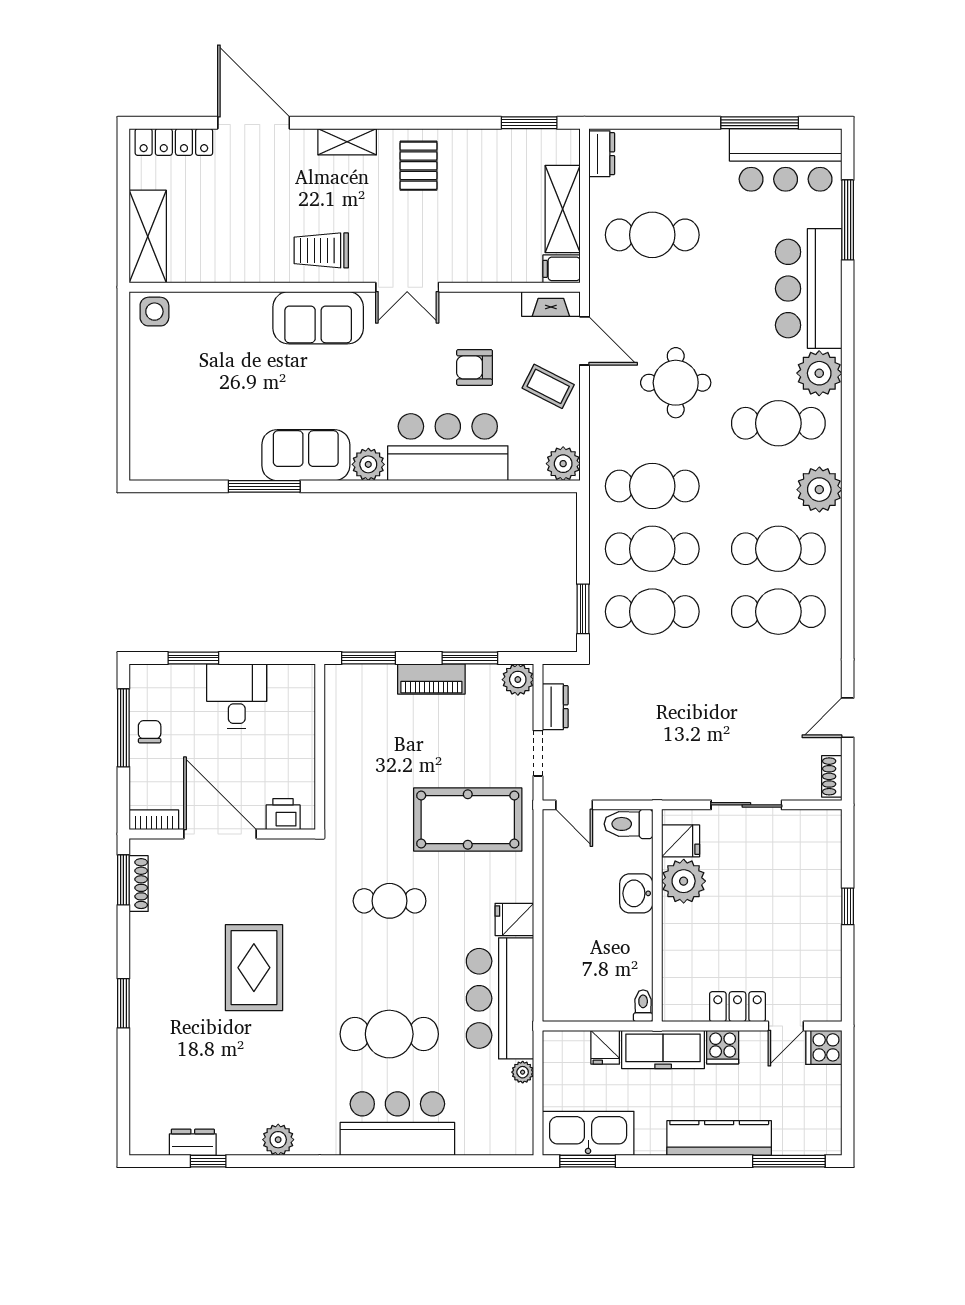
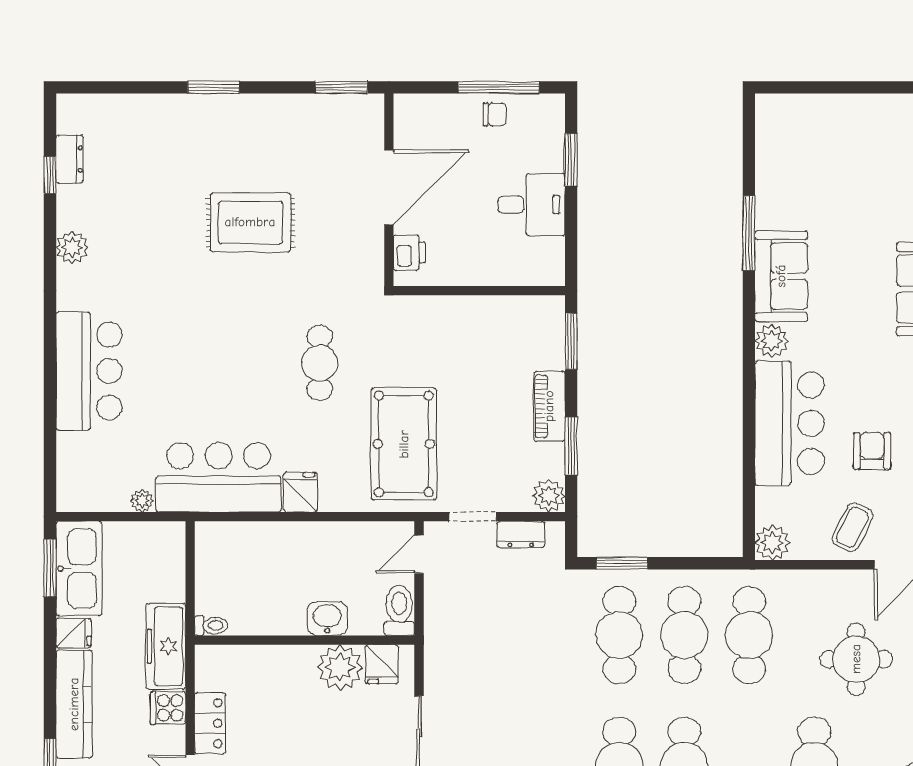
bookcase: (154, 820) -> (404, 119), removed
shoe rack: (139, 884) -> (337, 103), removed
cafe table: (389, 1034) -> (182, 363), removed
fridge: (605, 1047) -> (74, 633), moved, turned 180

